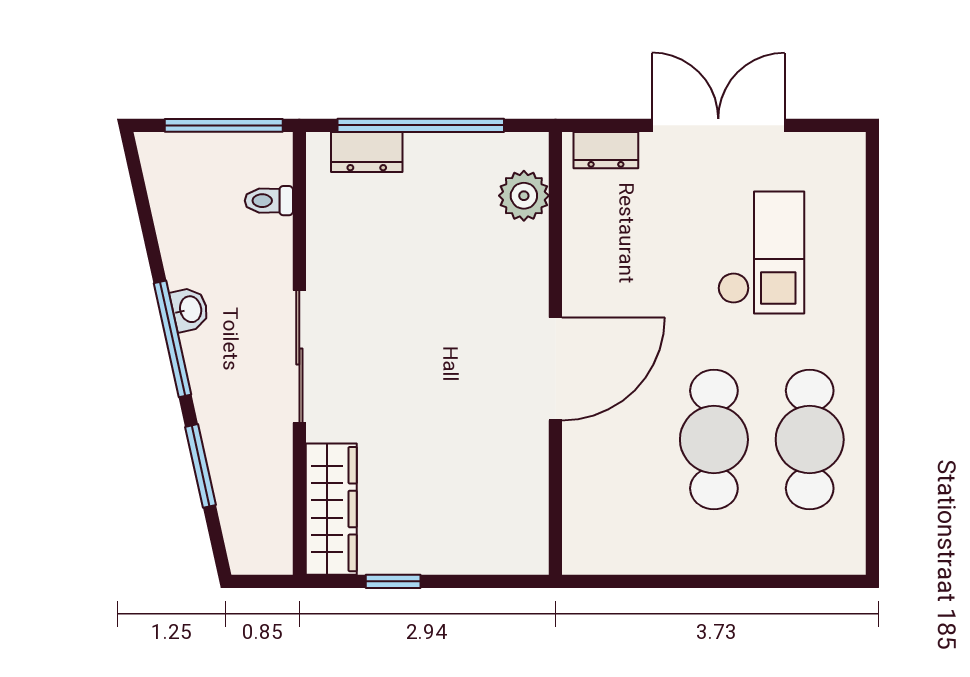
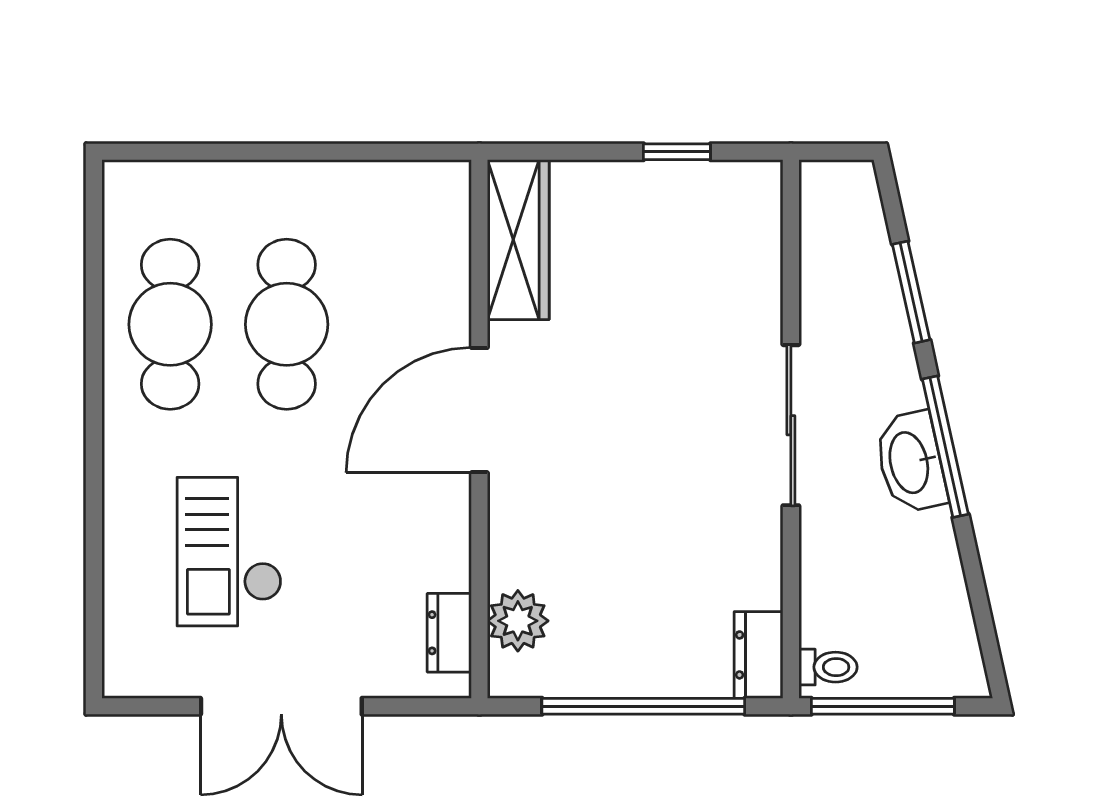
dresser: (606, 150) -> (449, 633), moved, turned -90
dresser: (367, 152) -> (759, 655), moved, turned -90
toilet: (269, 201) -> (828, 667), moved
washbasin: (190, 309) -> (911, 462), width x1.91, depth x1.45
wardrobe: (331, 509) -> (518, 240), moved, turned 180

